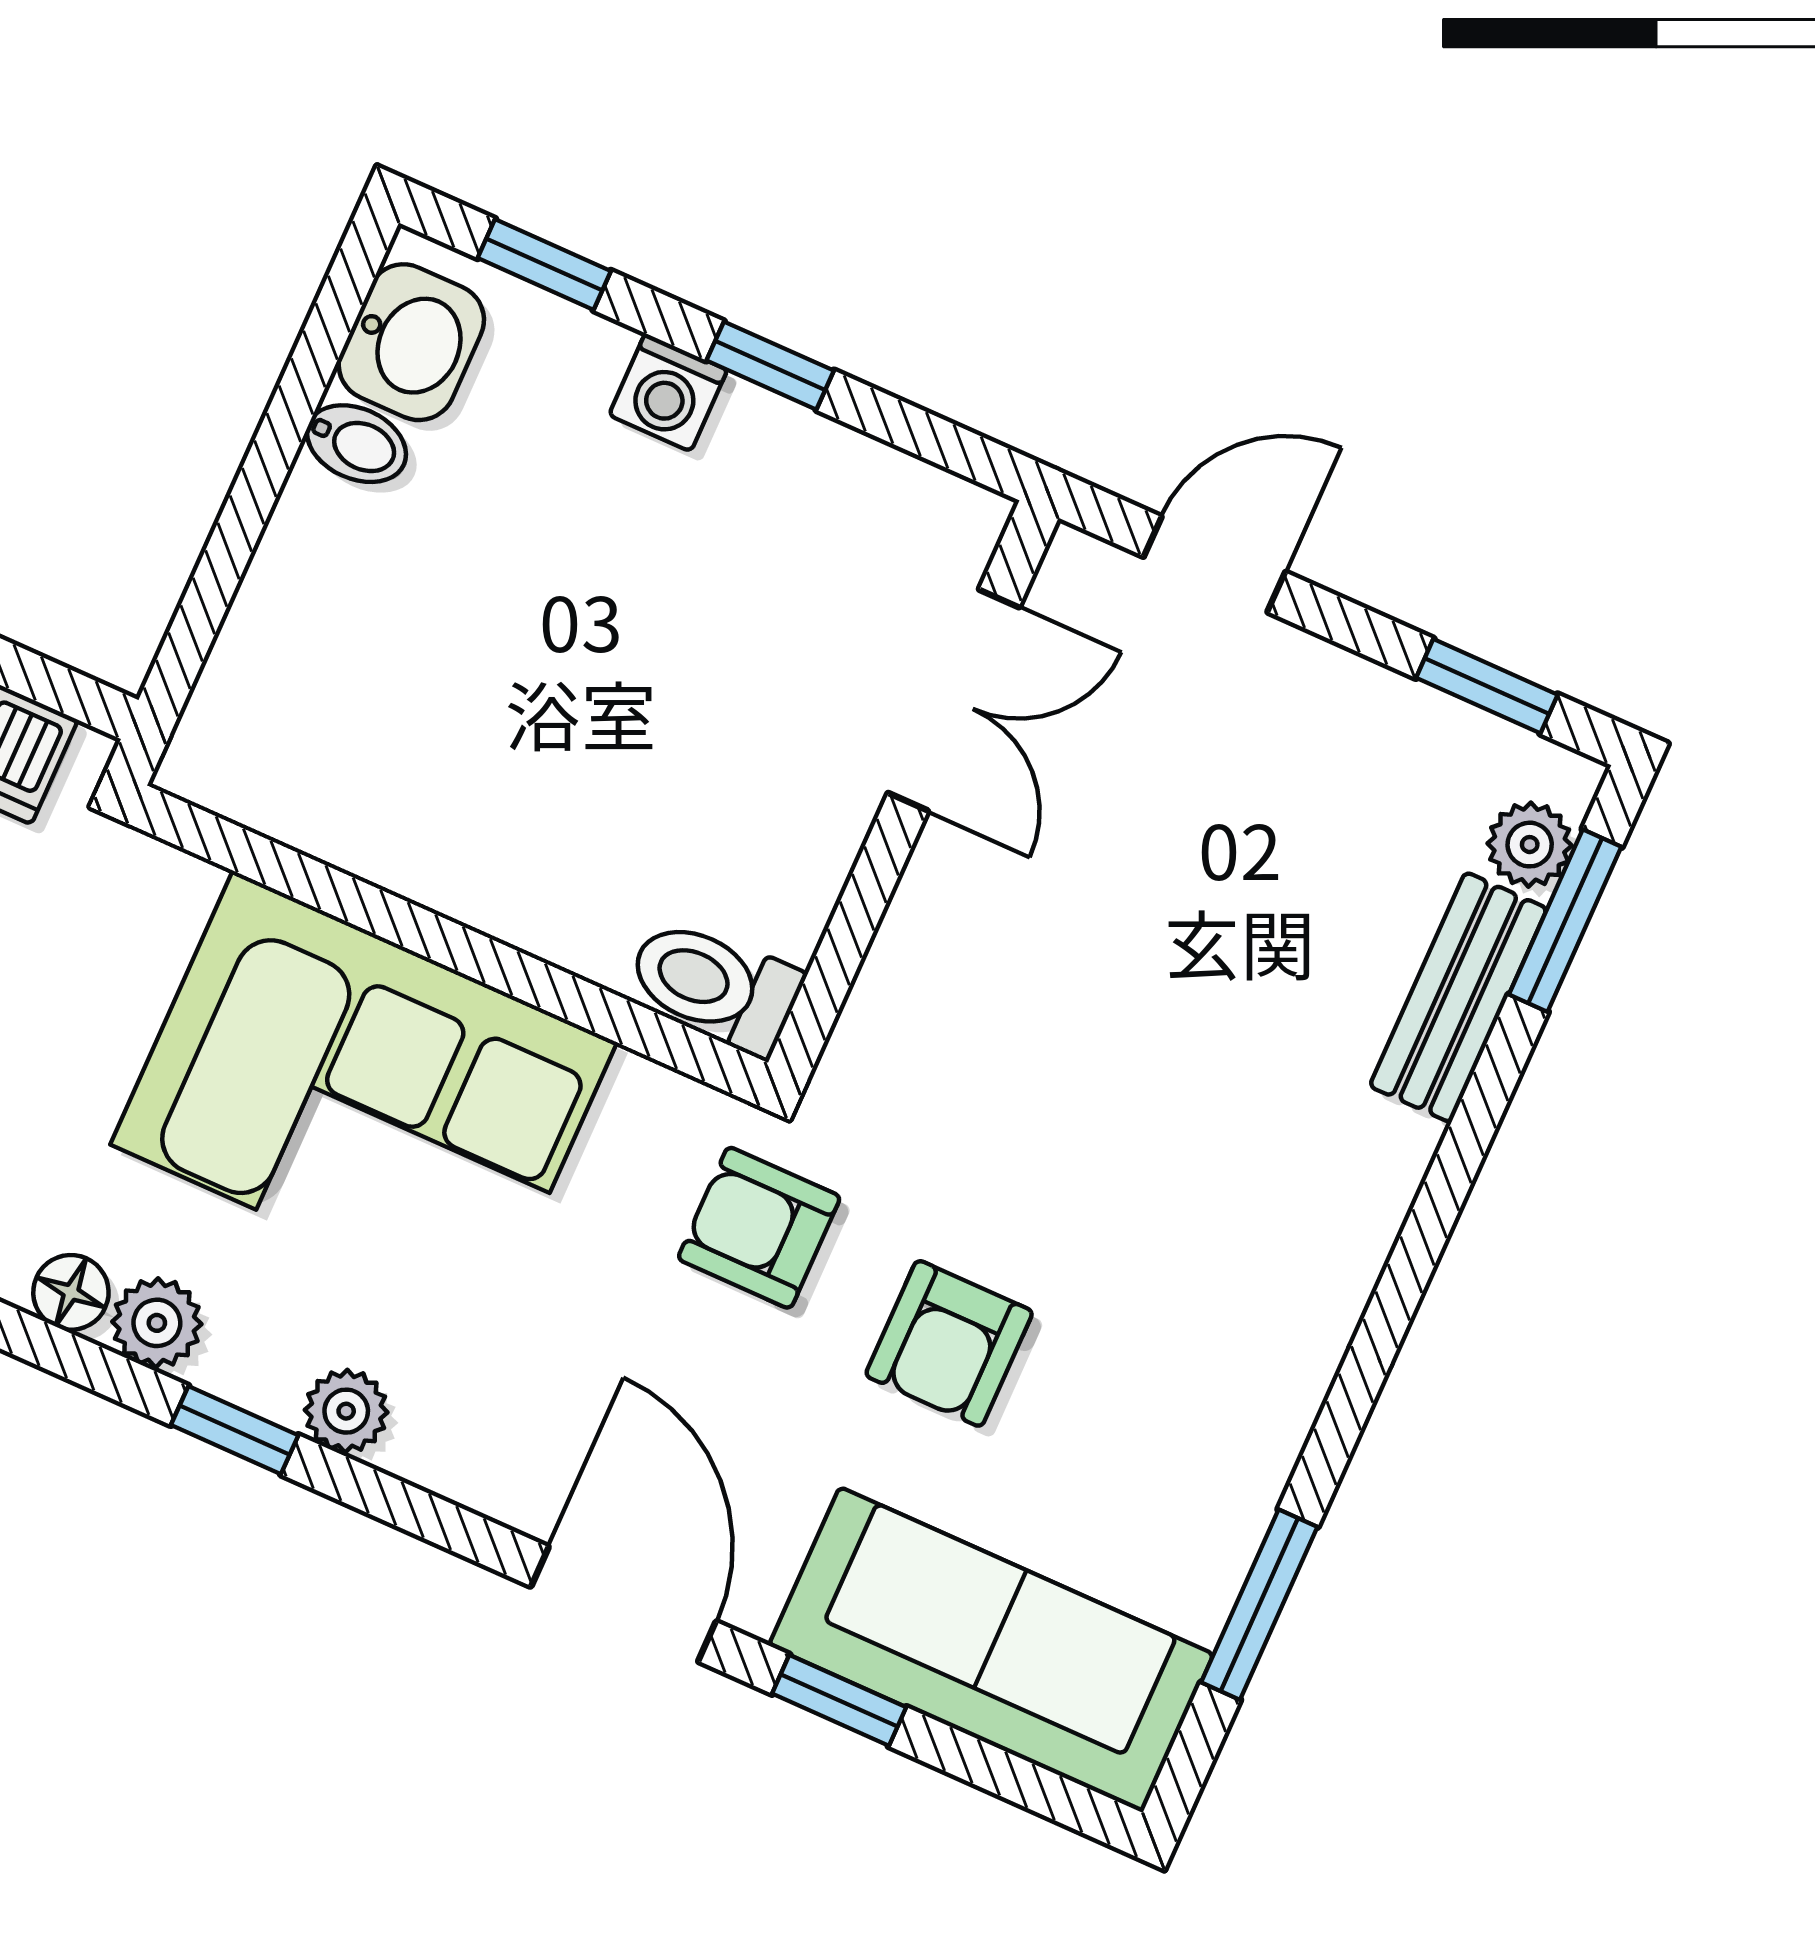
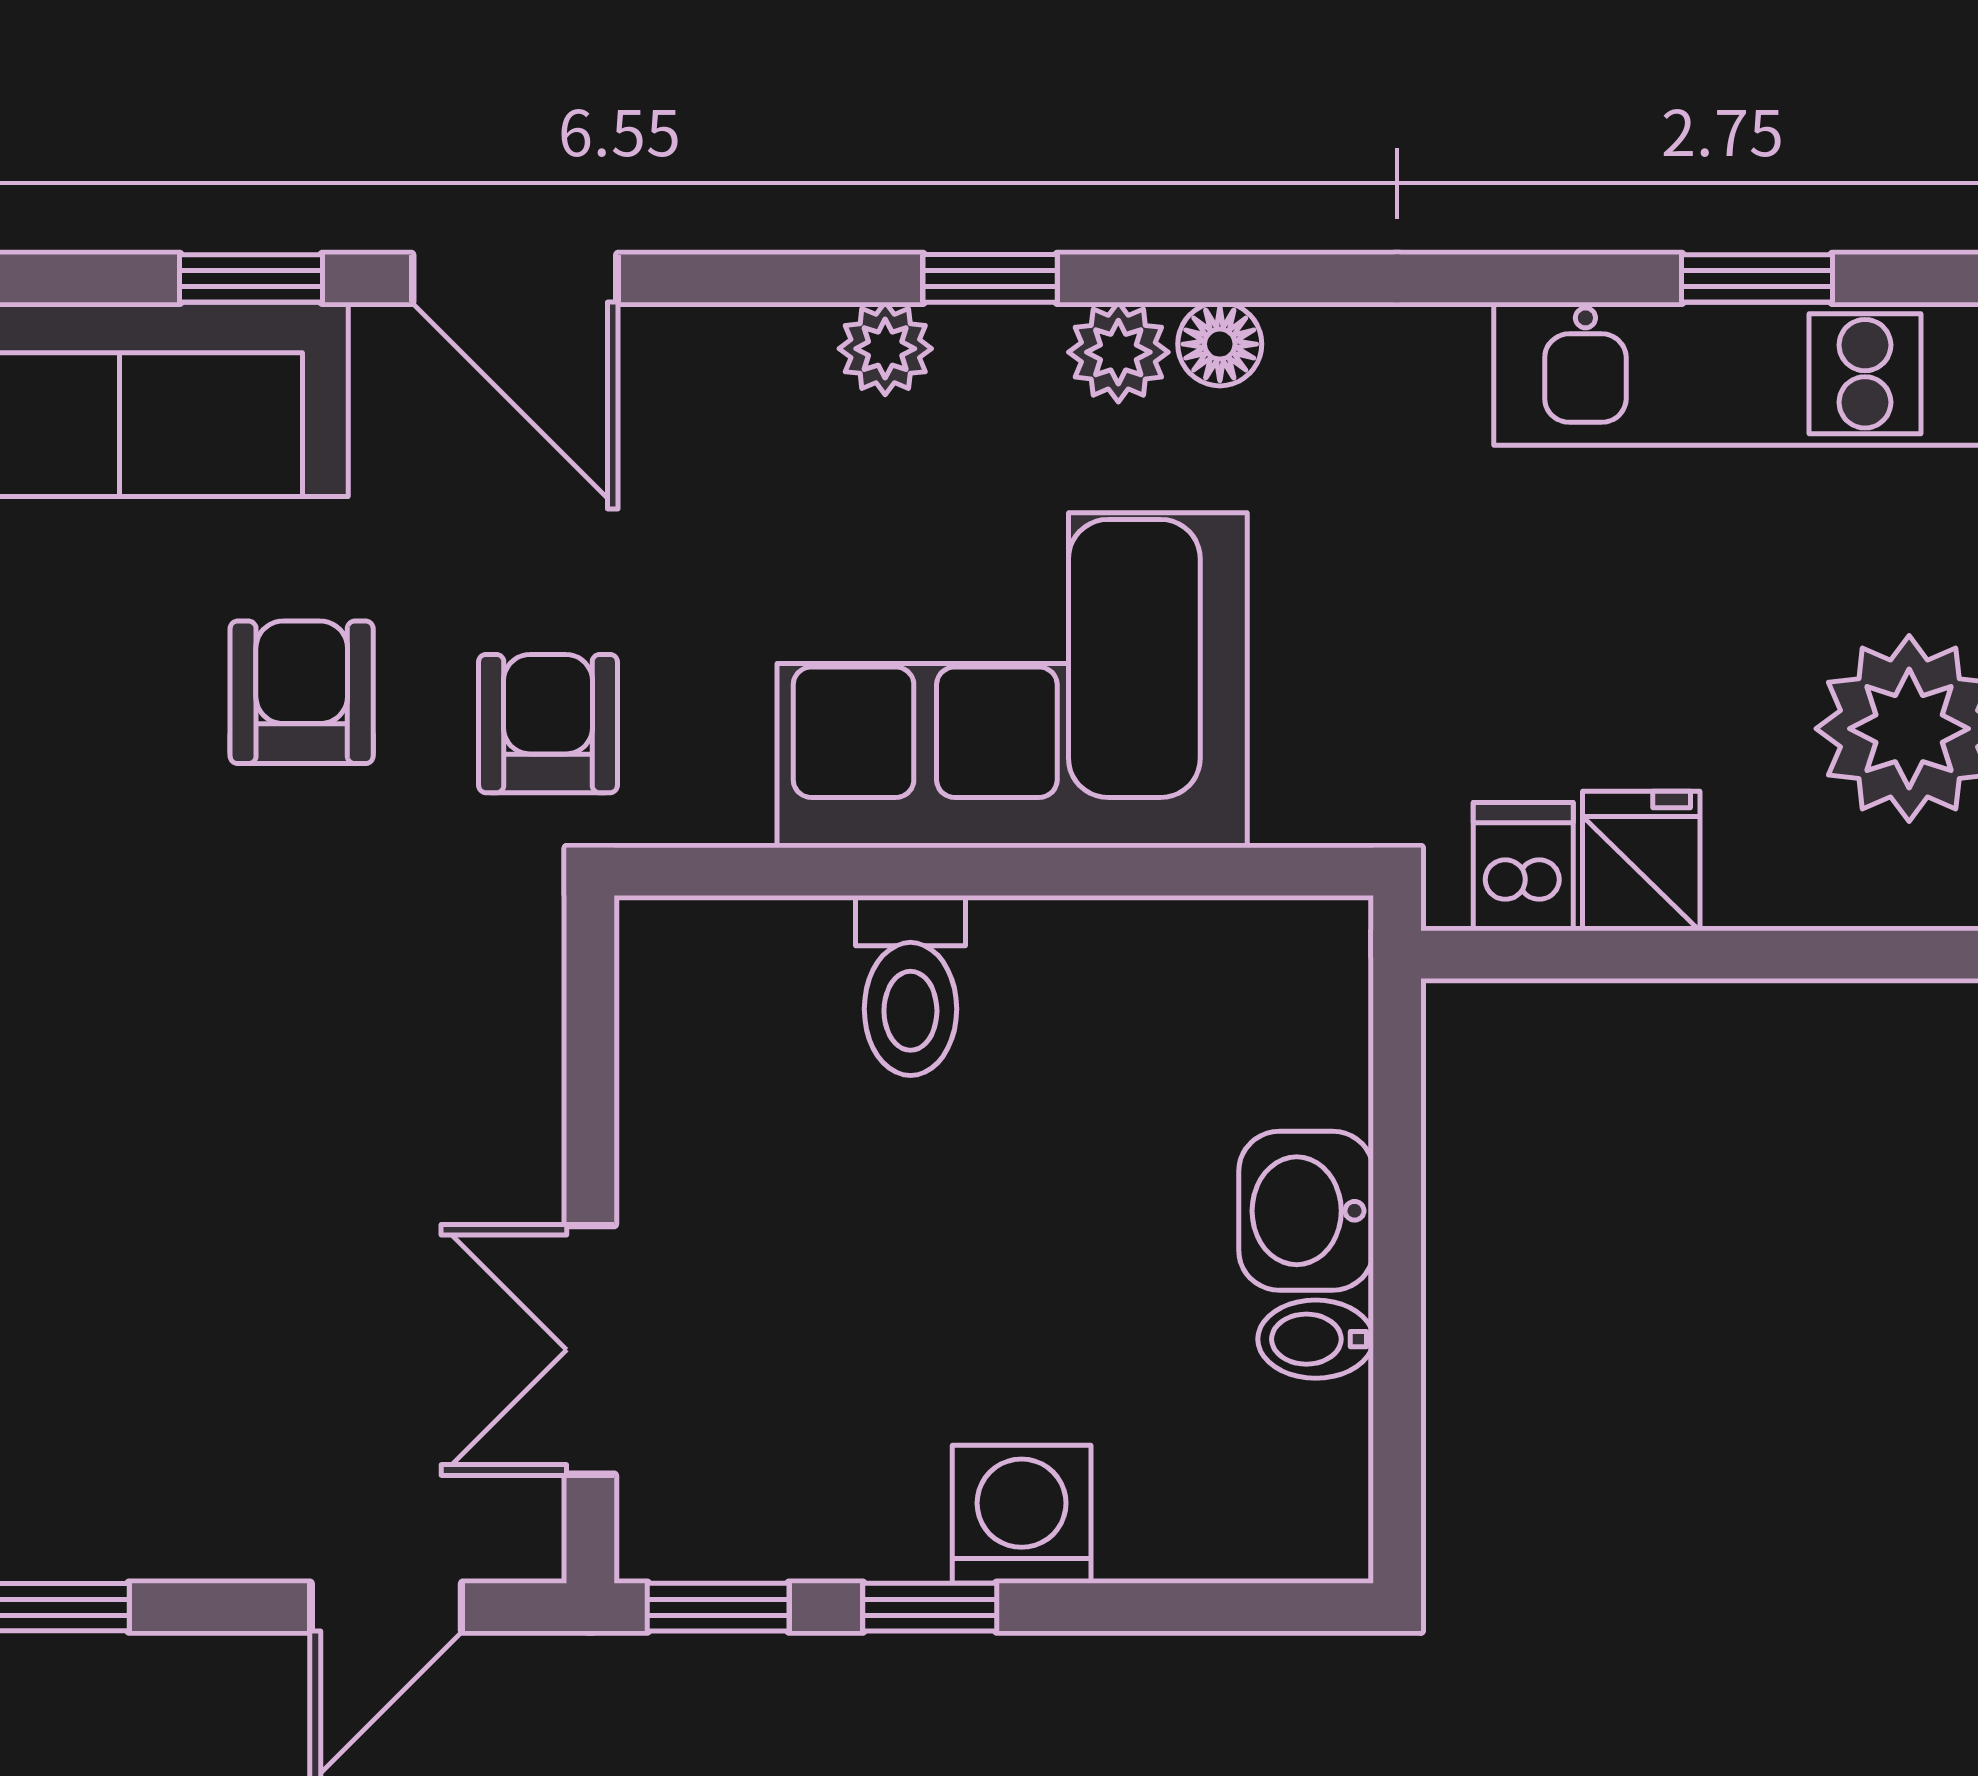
window: (544, 264) -> (718, 1607), moved
washbasin: (411, 342) -> (1306, 1211), moved
washing machine: (668, 392) -> (1022, 1514), width x1.38, depth x1.38
toilet: (714, 985) -> (910, 986), moved, turned 90
armchair: (759, 1228) -> (548, 724), turned -90

